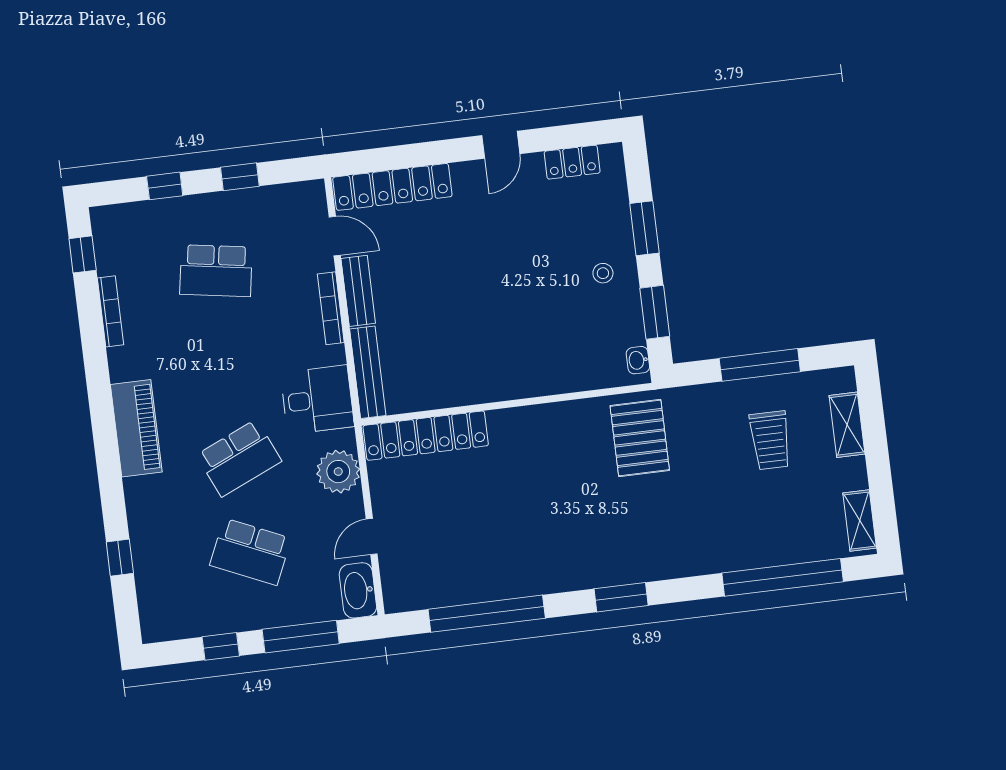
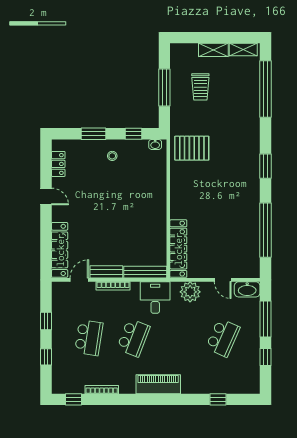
window: (655, 312) -> (134, 134), width x0.67
shelving: (847, 425) -> (213, 50), moved
trolley: (770, 440) -> (200, 87), turned 90
school desk: (239, 458) -> (133, 338), moved, turned 45

